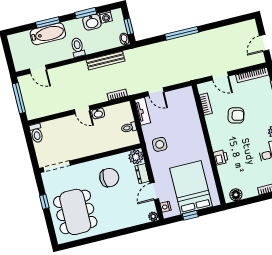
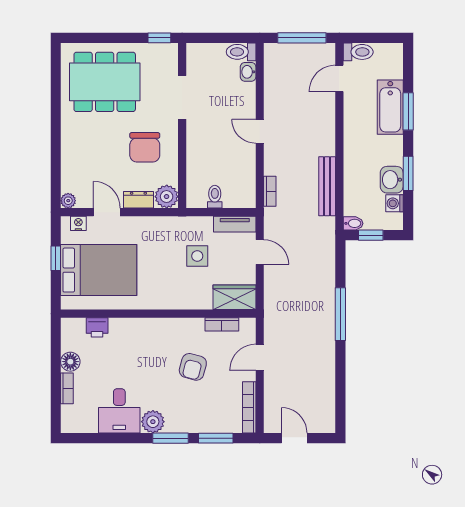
toilet: (78, 47) -> (358, 52), moved
door: (156, 92) -> (260, 252), swing flipped
wardrobe: (187, 100) -> (234, 297), added
door: (82, 110) -> (260, 131), hinge flipped
washbasin: (98, 113) -> (248, 72), moved
side table: (160, 144) -> (197, 256), moved
printer: (221, 157) -> (97, 327), moved
doorway: (57, 166) -> (182, 97), moved
floor lamp: (236, 195) -> (70, 362), moved
window: (44, 202) -> (159, 38), moved

